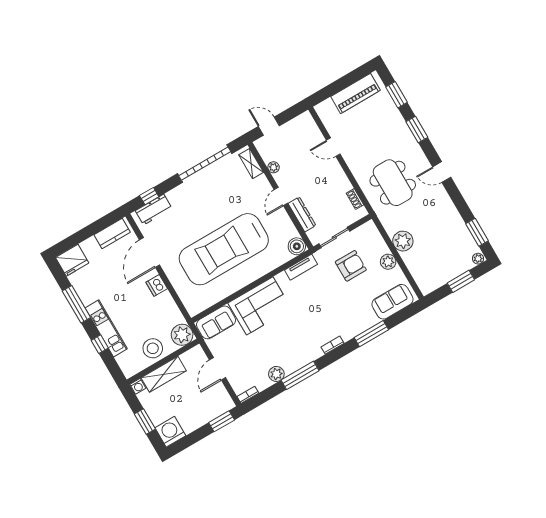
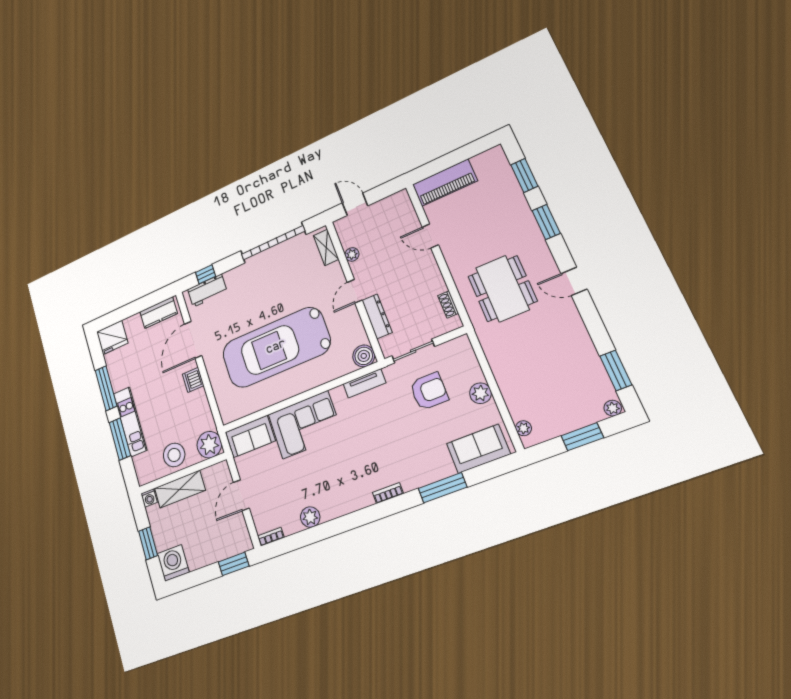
piano: (355, 93) -> (445, 183), moved
plant: (403, 241) -> (523, 428), moved, width x0.53, depth x0.53
window: (100, 344) -> (120, 439), width x2.17
window: (300, 375) -> (339, 525), removed

